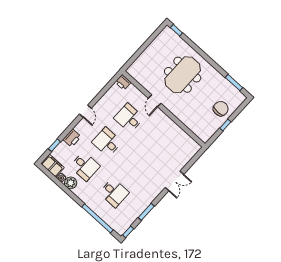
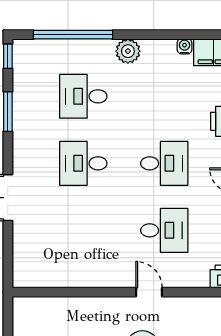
desk: (85, 166) -> (83, 163), moved
plant: (71, 183) -> (128, 51), moved

